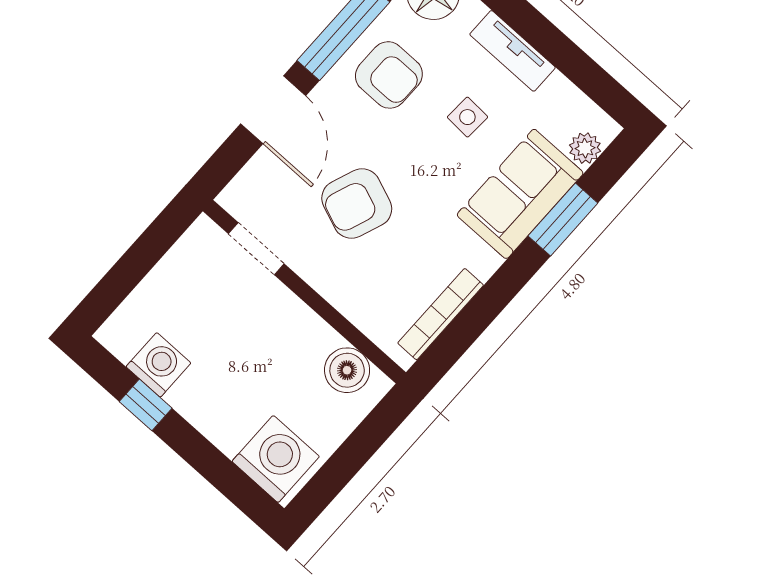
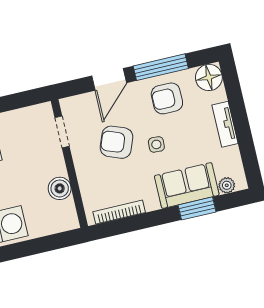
armchair: (389, 75) -> (167, 98), turned 90
side table: (467, 117) -> (156, 144), moved
boiler: (347, 370) -> (60, 188), moved

